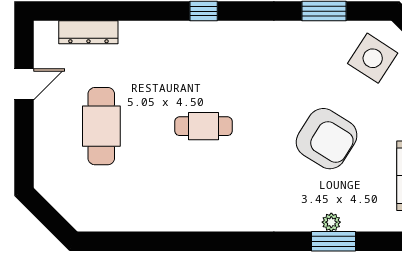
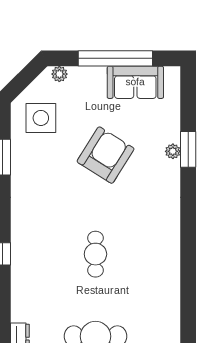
side table: (373, 58) -> (41, 118), turned -33

